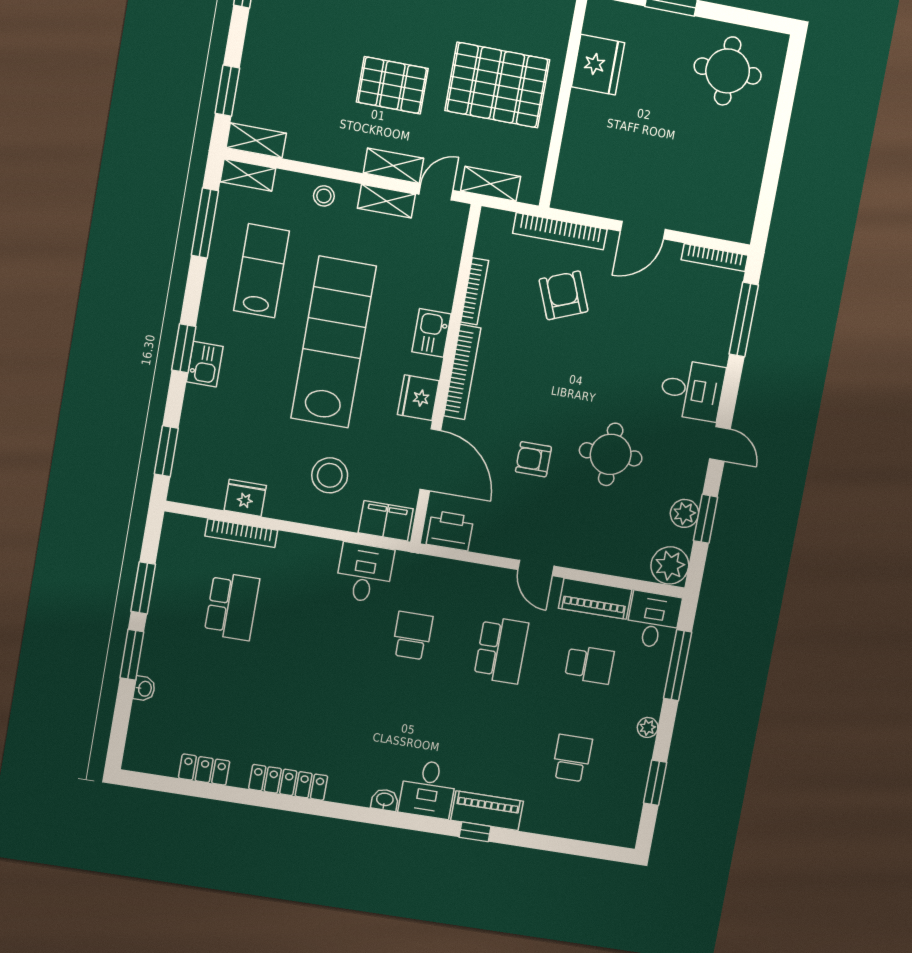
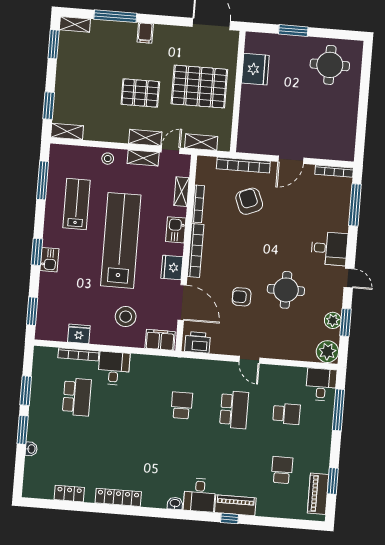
shelving: (248, 175) -> (181, 192), moved, turned 90
desk: (364, 573) -> (114, 368), moved
piano: (595, 599) -> (318, 494), moved, turned 90
plant: (648, 727) -> (325, 448), removed

